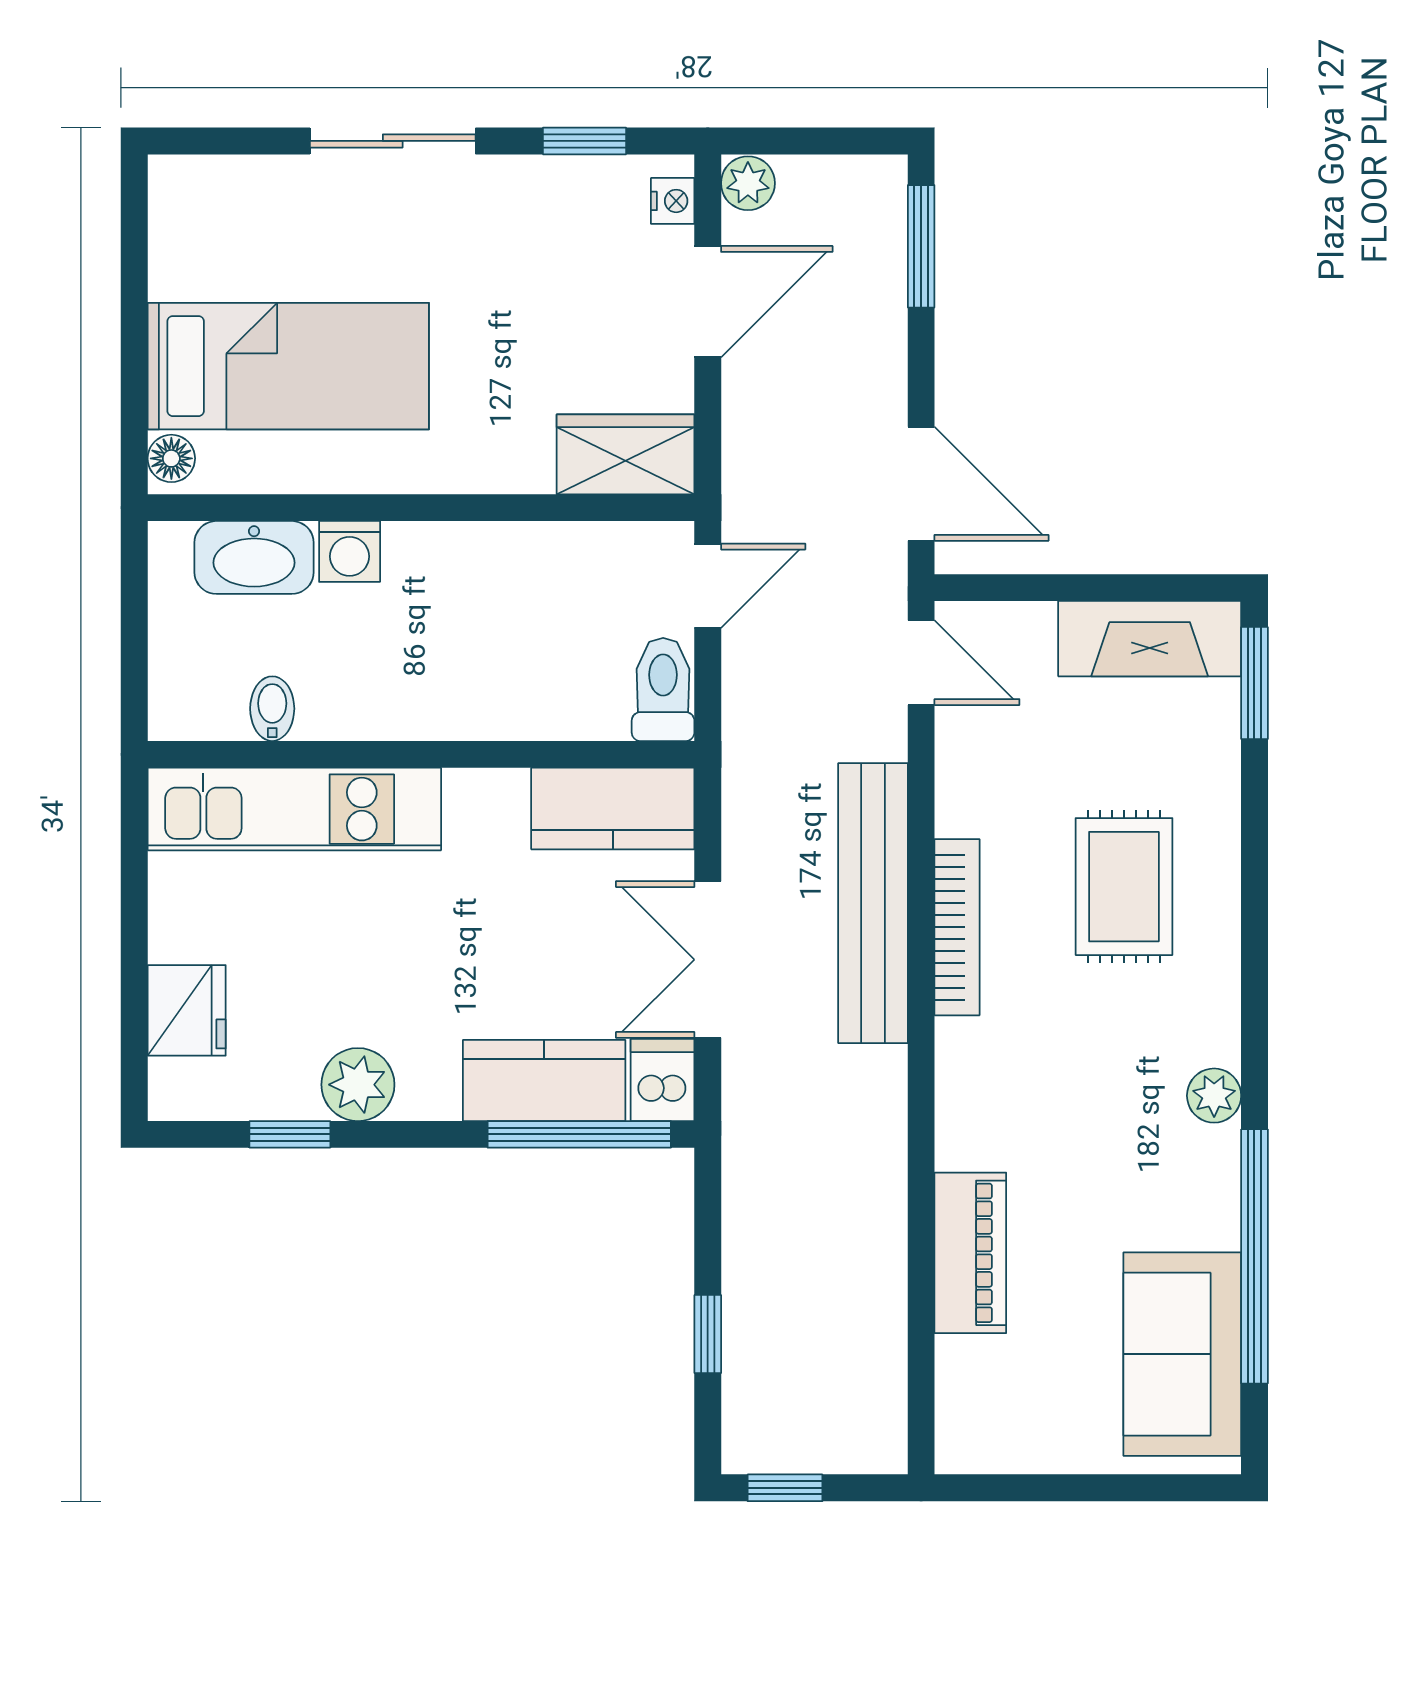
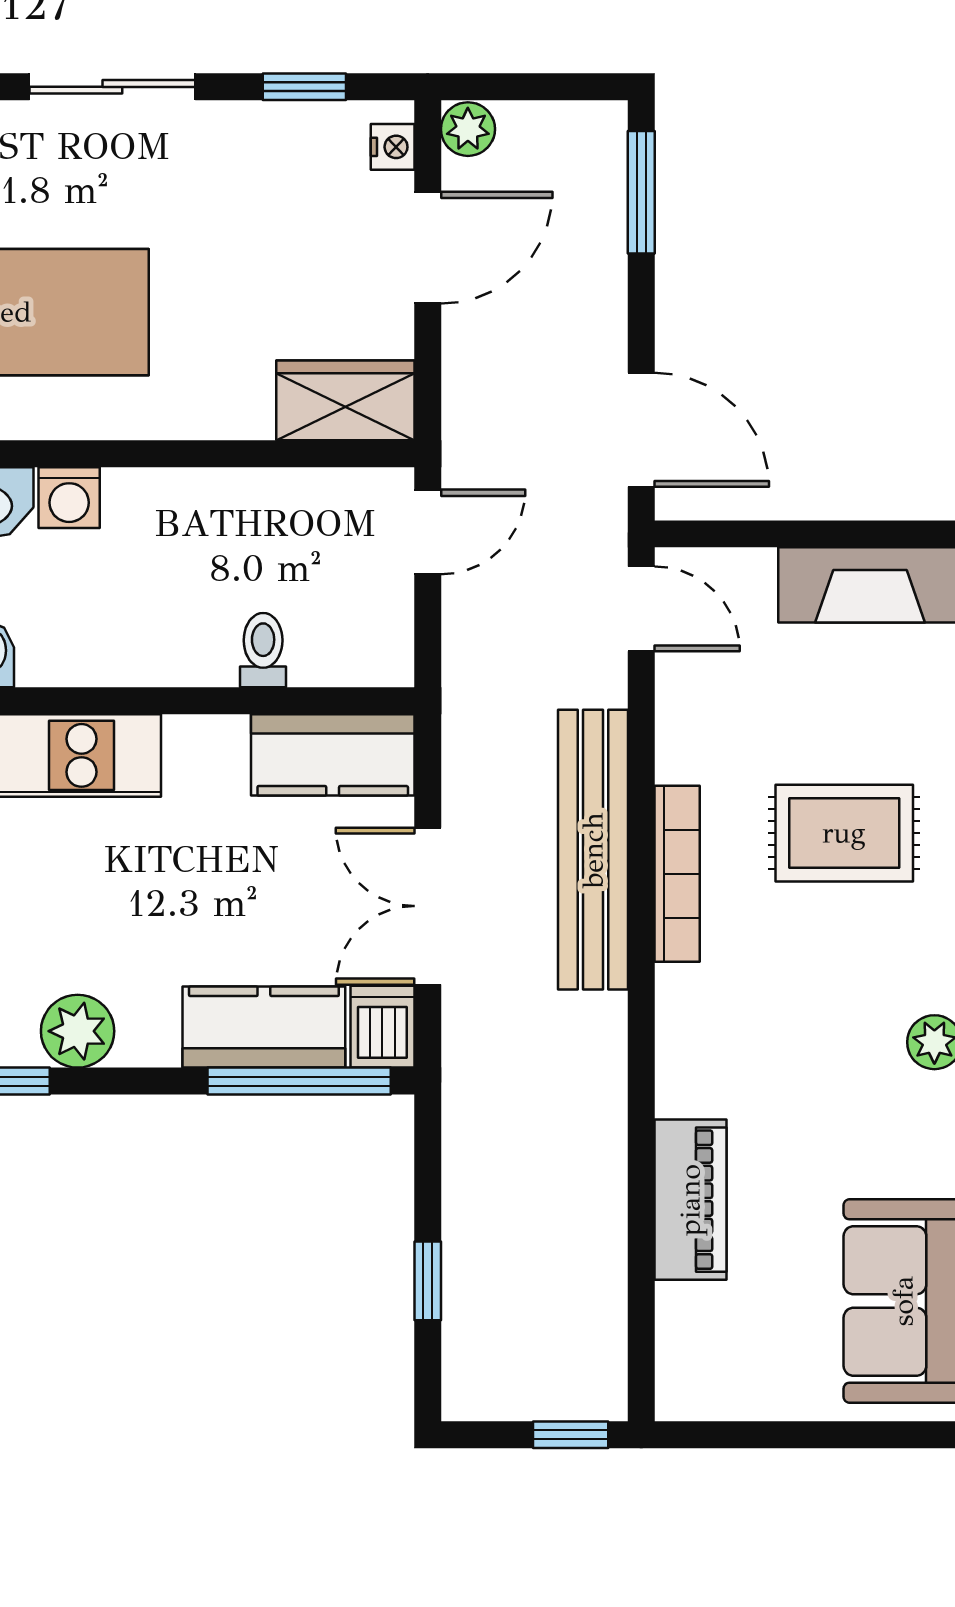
toilet: (663, 689) -> (263, 650), moved, width x0.73, depth x0.72
rug: (1124, 887) -> (844, 833), turned 90
window: (785, 1488) -> (571, 1435), moved

